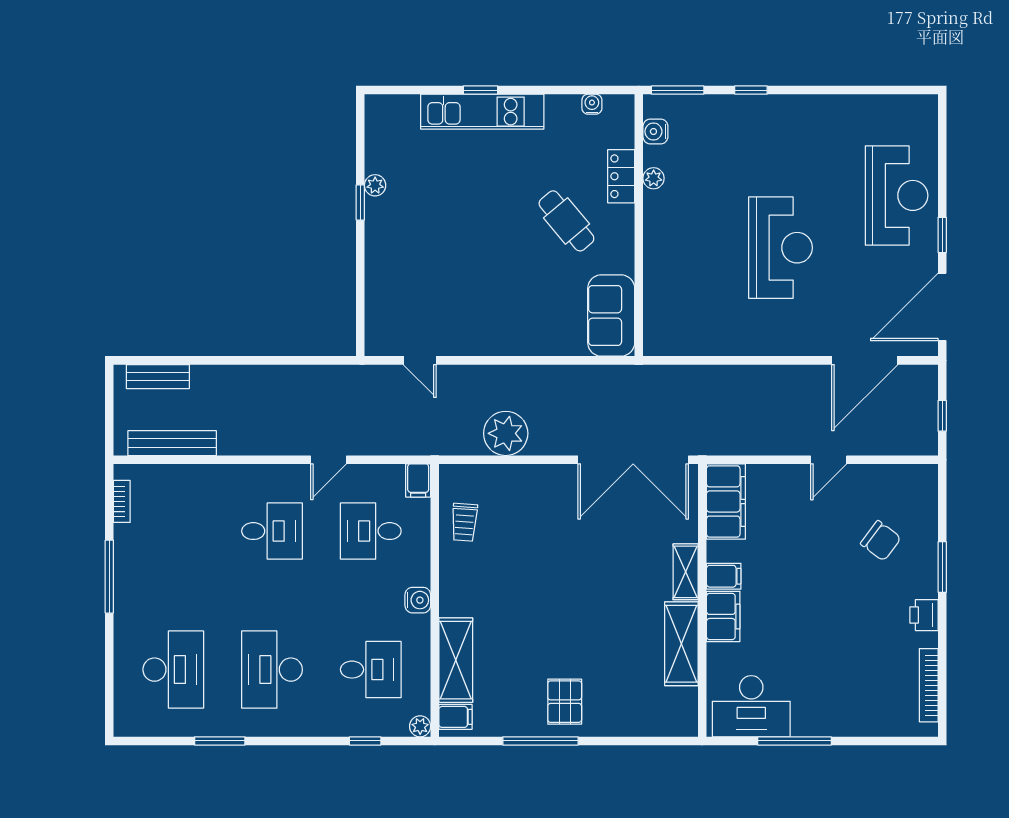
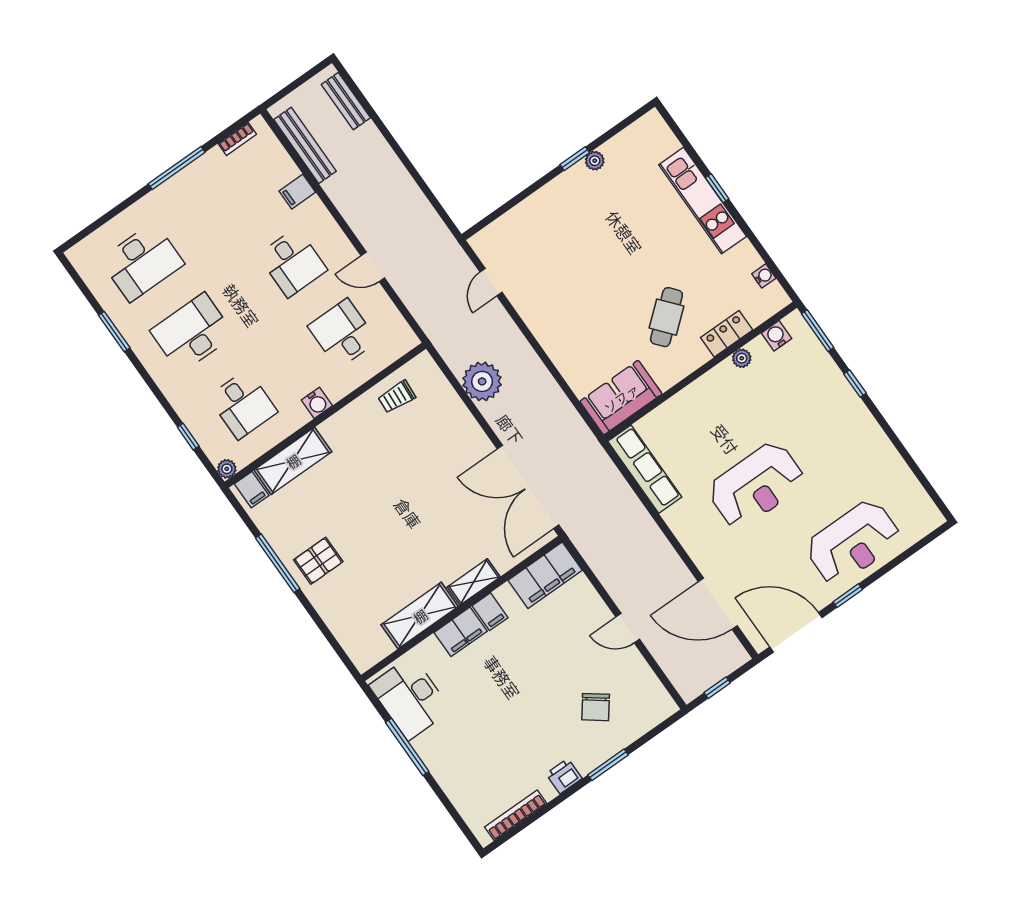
row of seats: (693, 340) -> (645, 469), added
filing cabinet: (418, 480) -> (297, 192), moved

